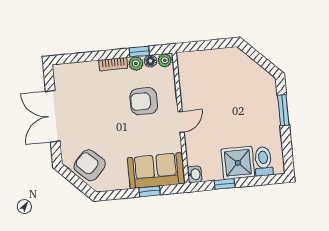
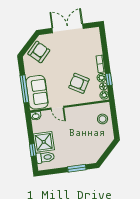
stool: (204, 65) -> (103, 119), added
armchair: (144, 101) -> (79, 83), turned -60
door: (181, 122) -> (57, 108), moved
window: (225, 184) -> (33, 150), moved
window: (150, 191) -> (24, 89), width x2.17

